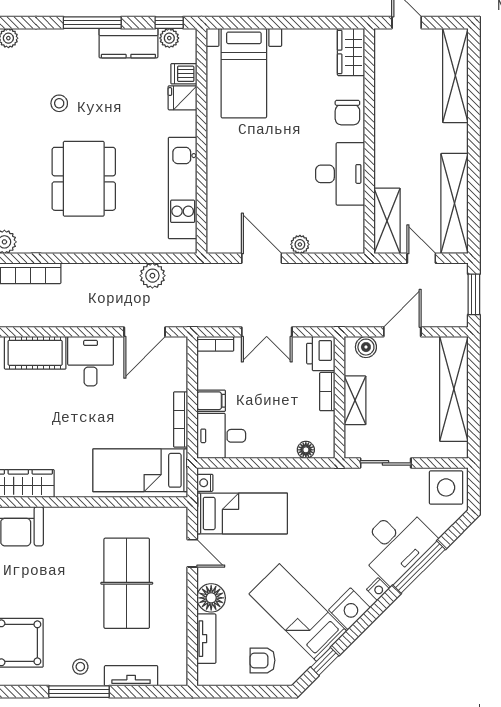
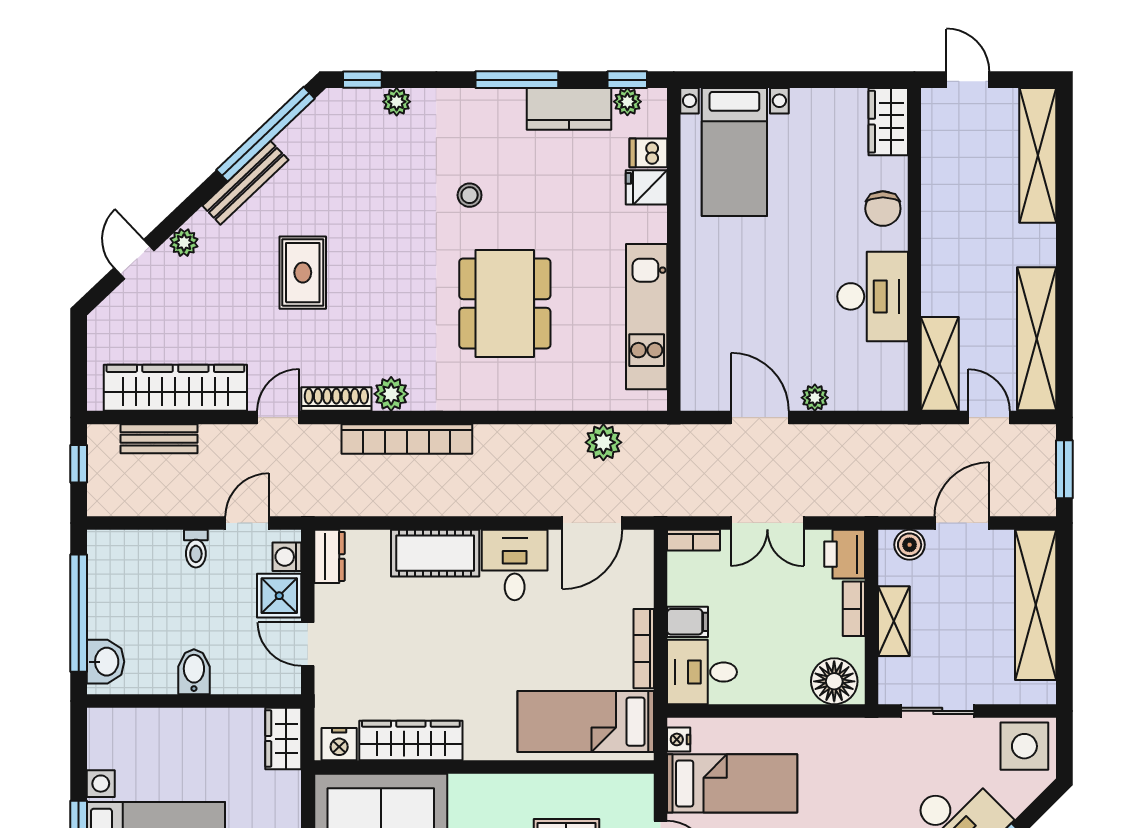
floor lamp: (306, 450) -> (834, 681), width x1.89, depth x1.89

